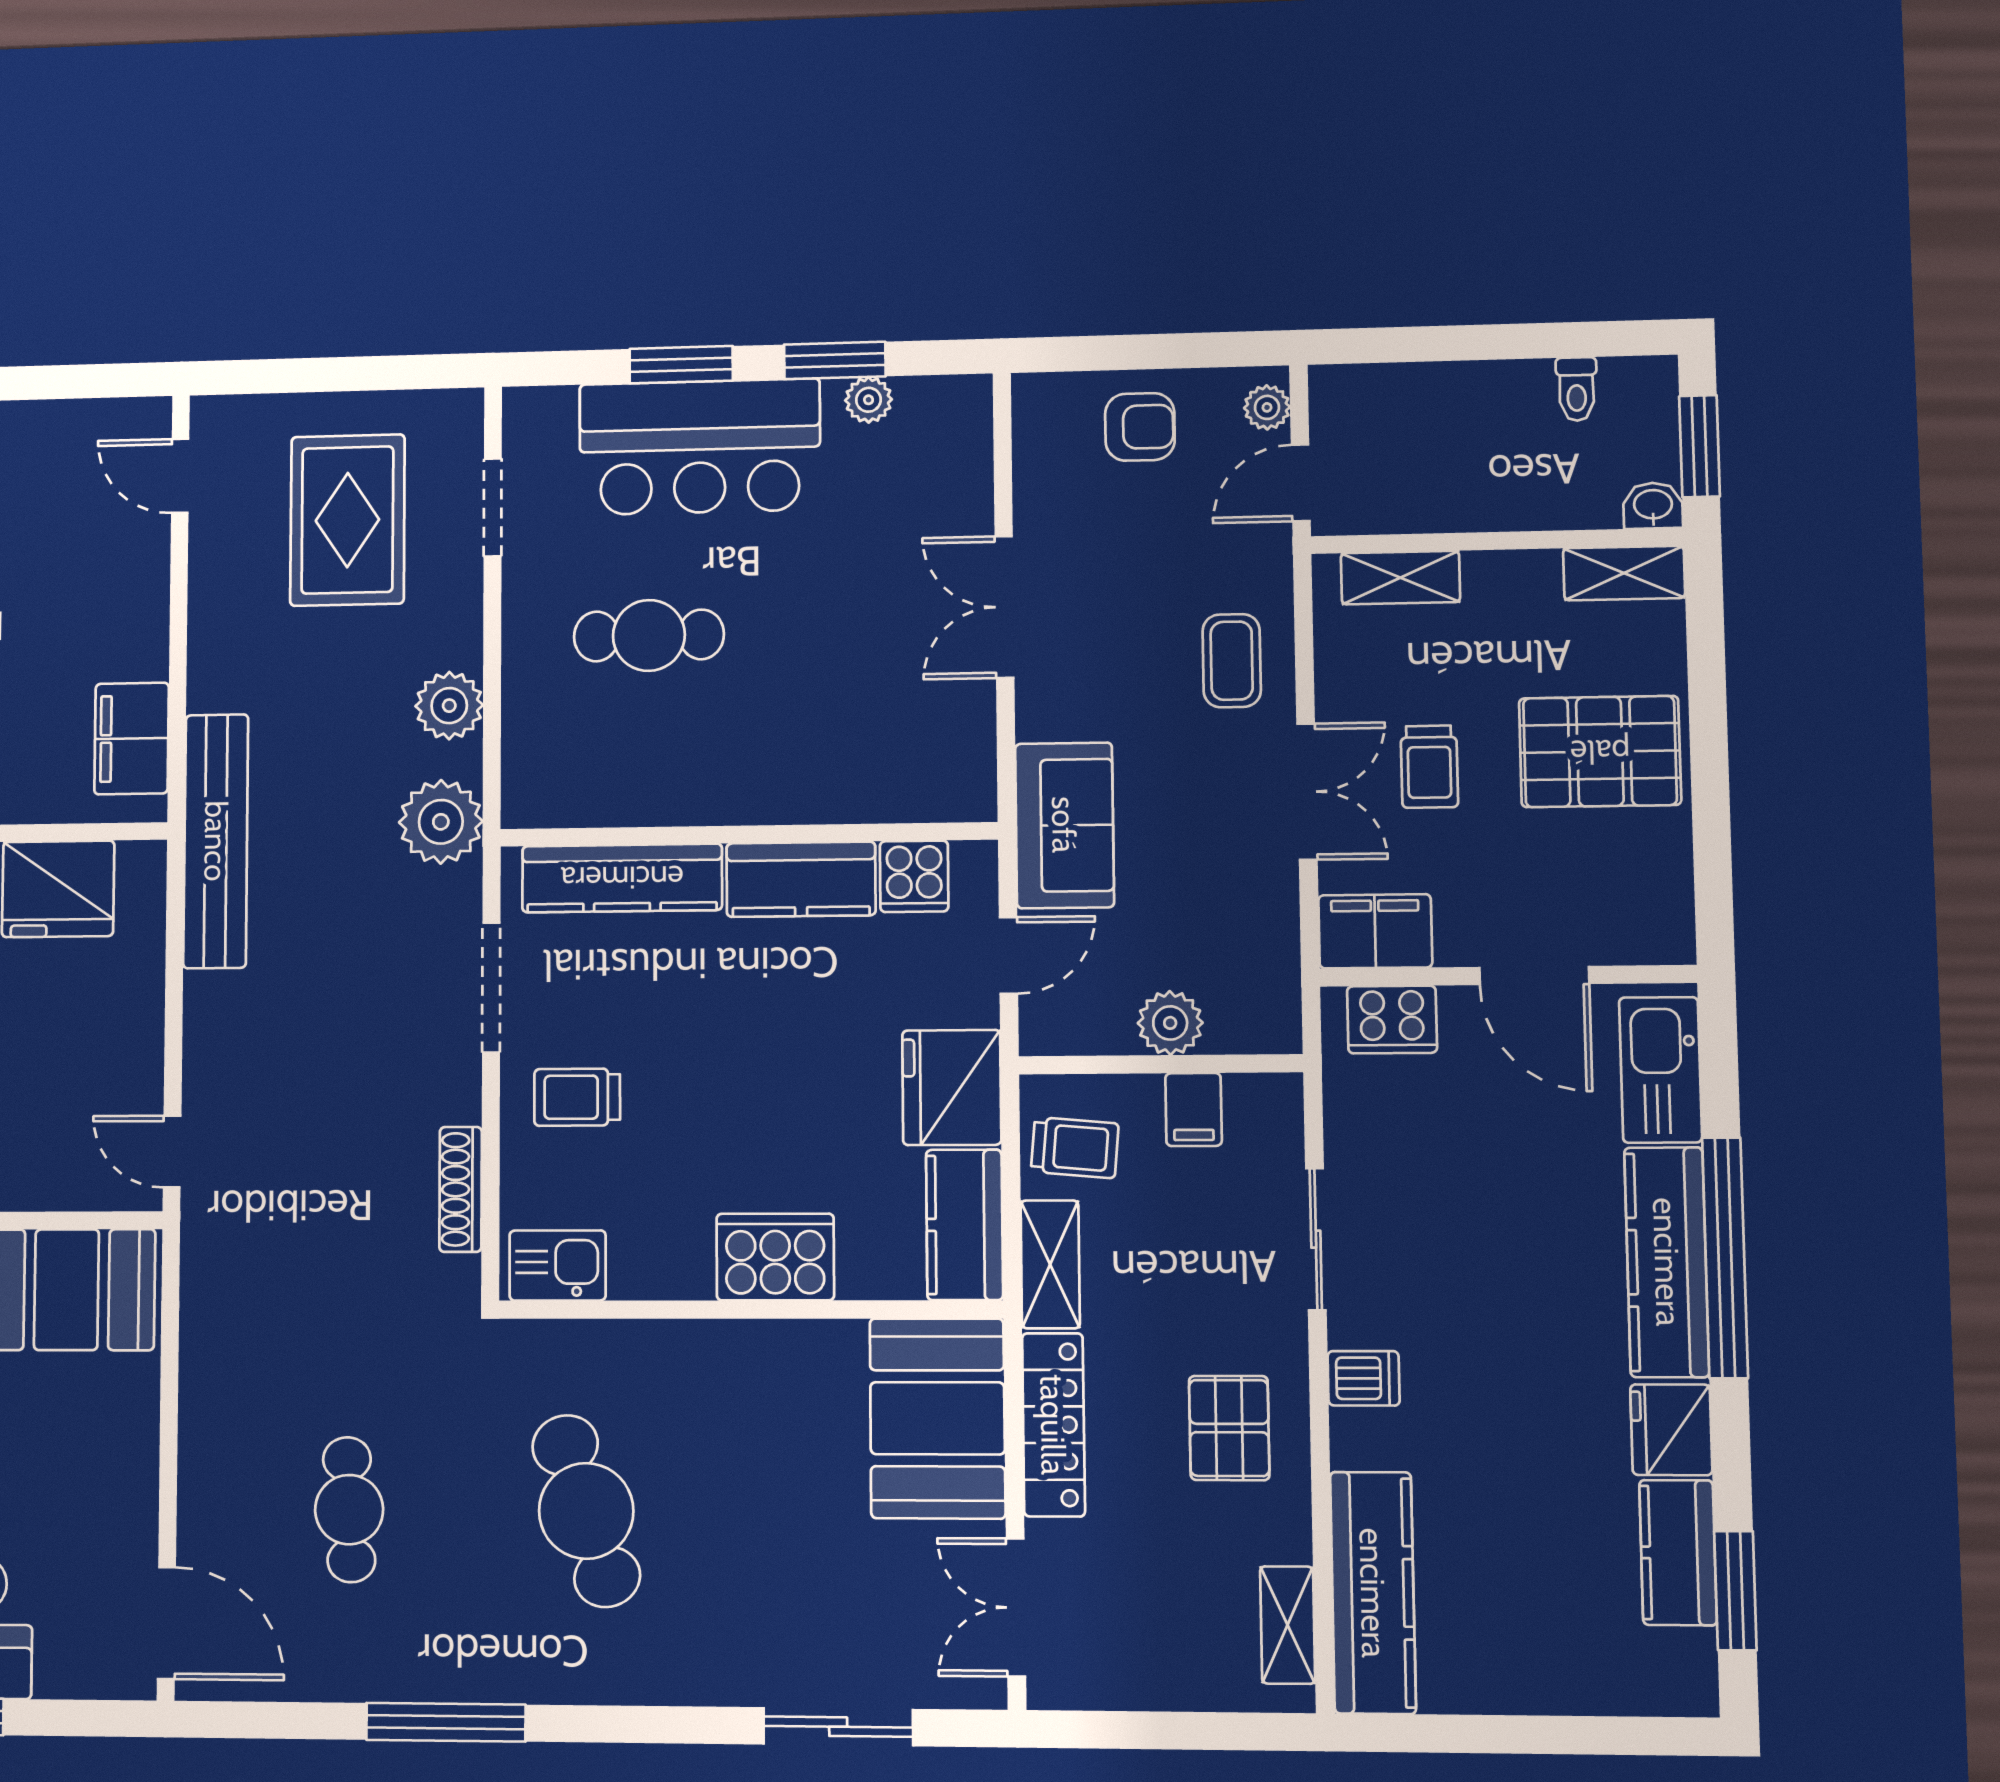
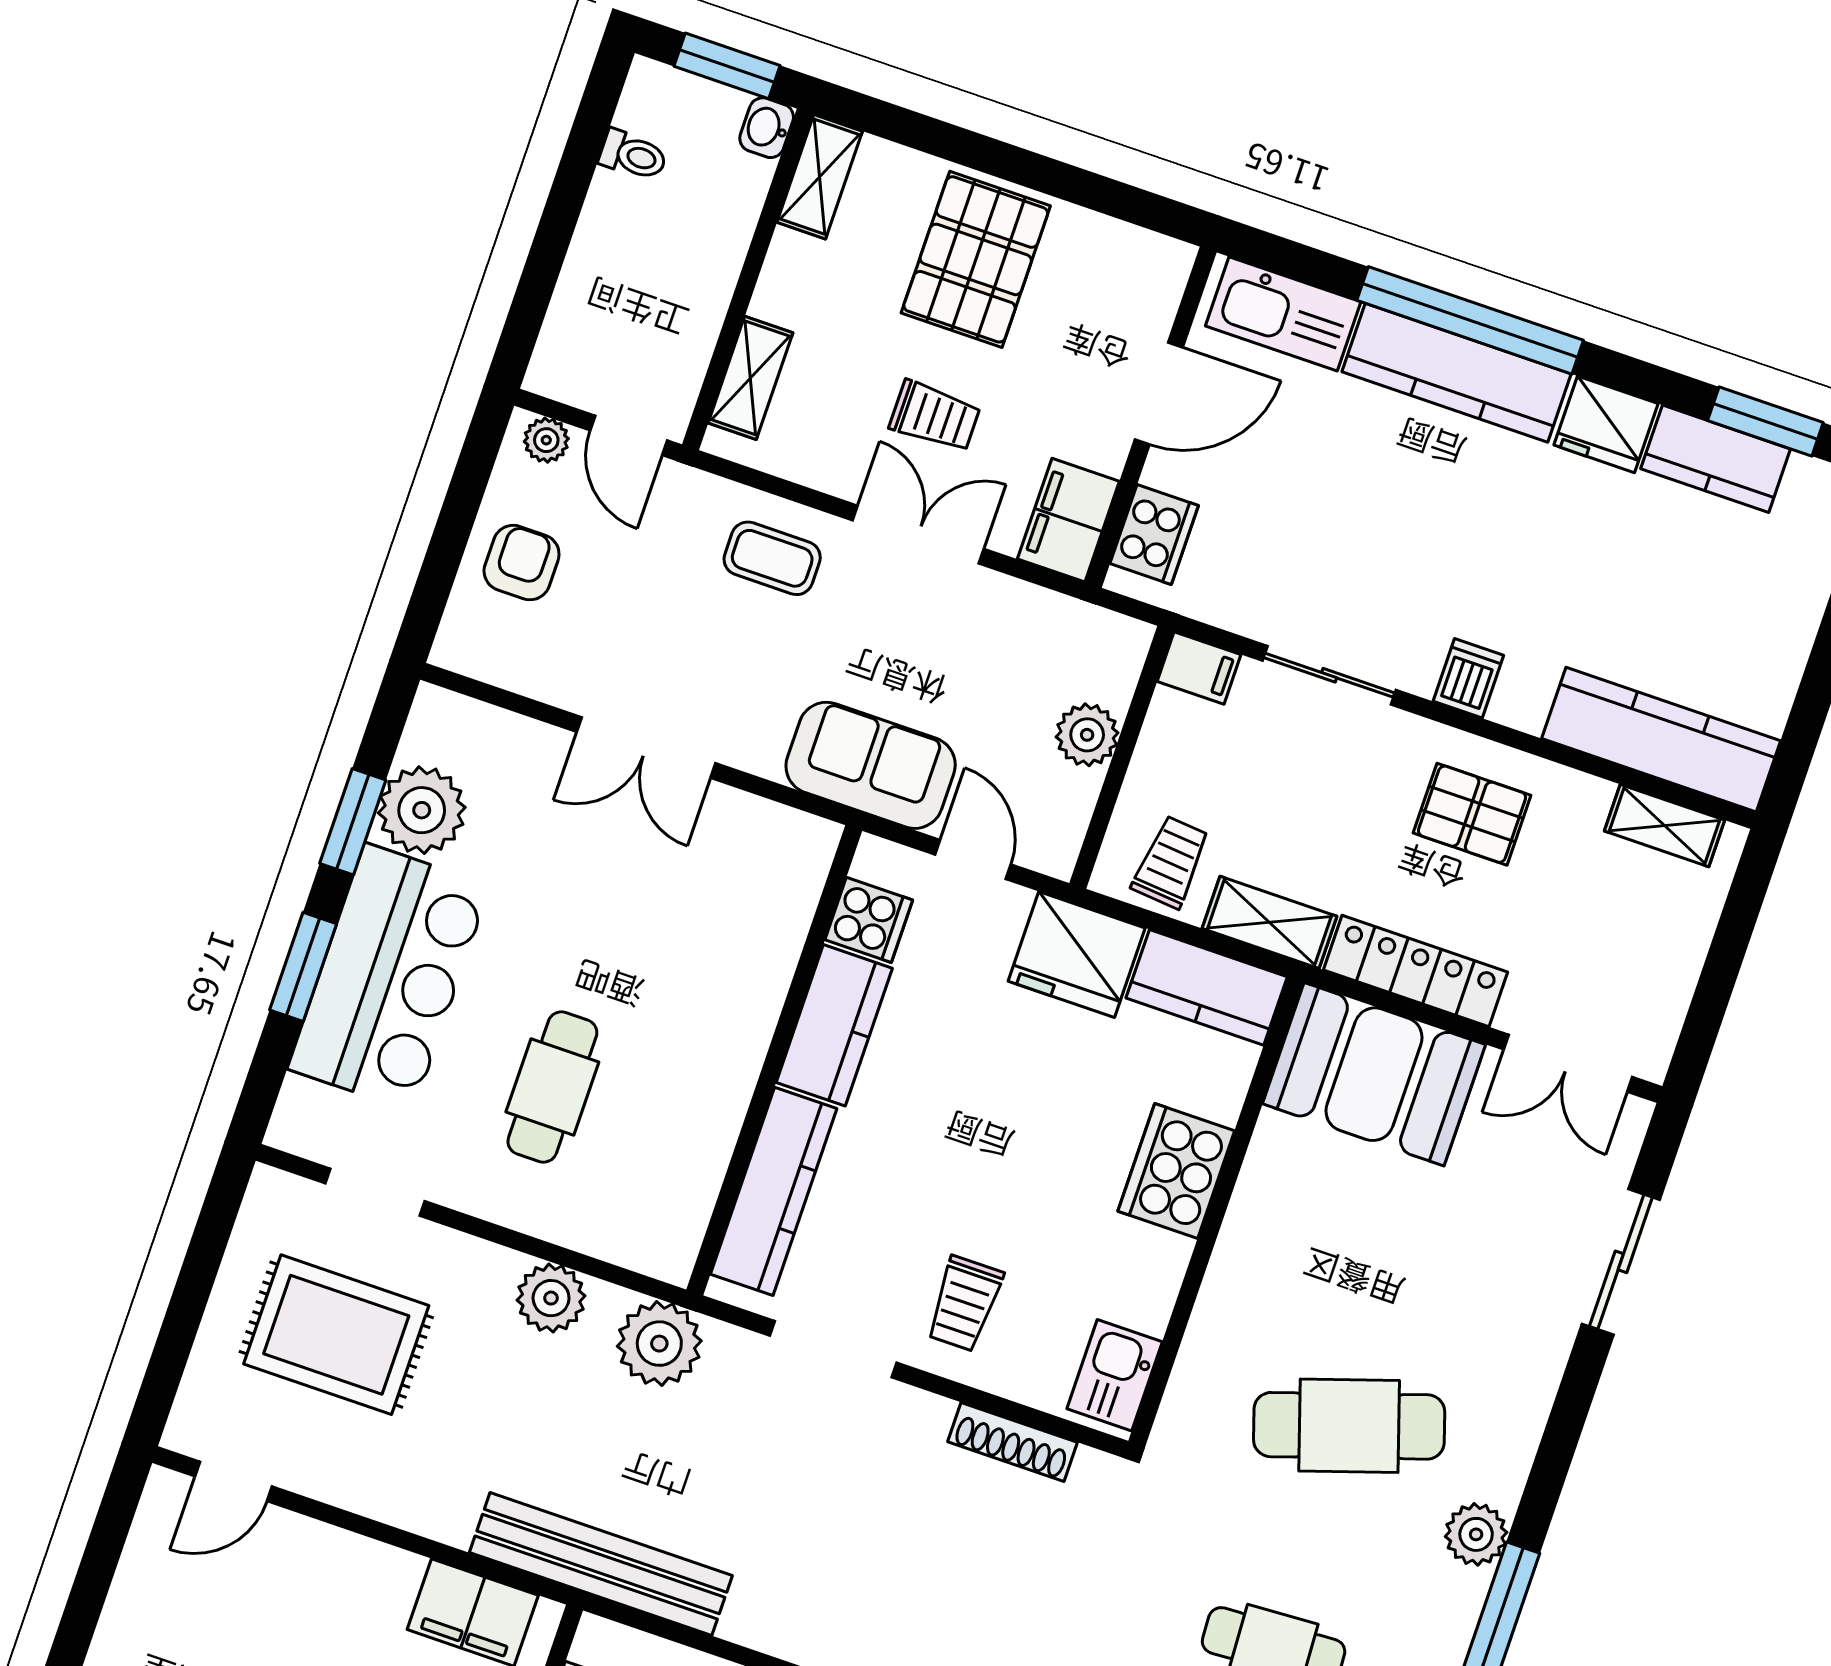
plant: (869, 400) -> (422, 810), width x1.88, depth x1.88
filing cabinet: (1194, 1109) -> (1199, 668), moved
plant: (523, 1672) -> (1476, 1534), added

